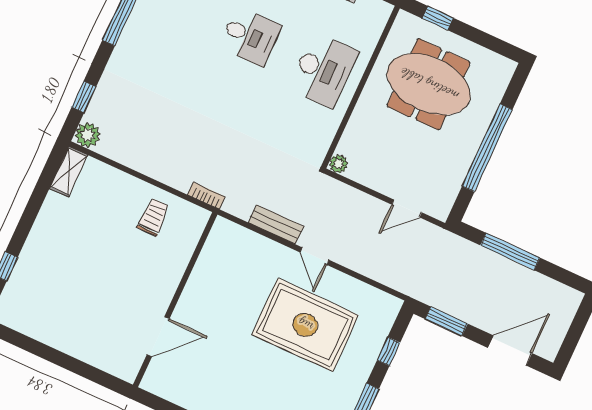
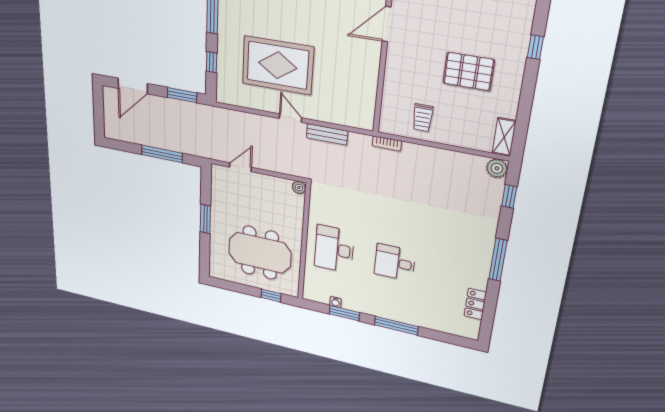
window: (487, 148) -> (205, 219), width x0.47
pallet: (85, 258) -> (469, 71), added

